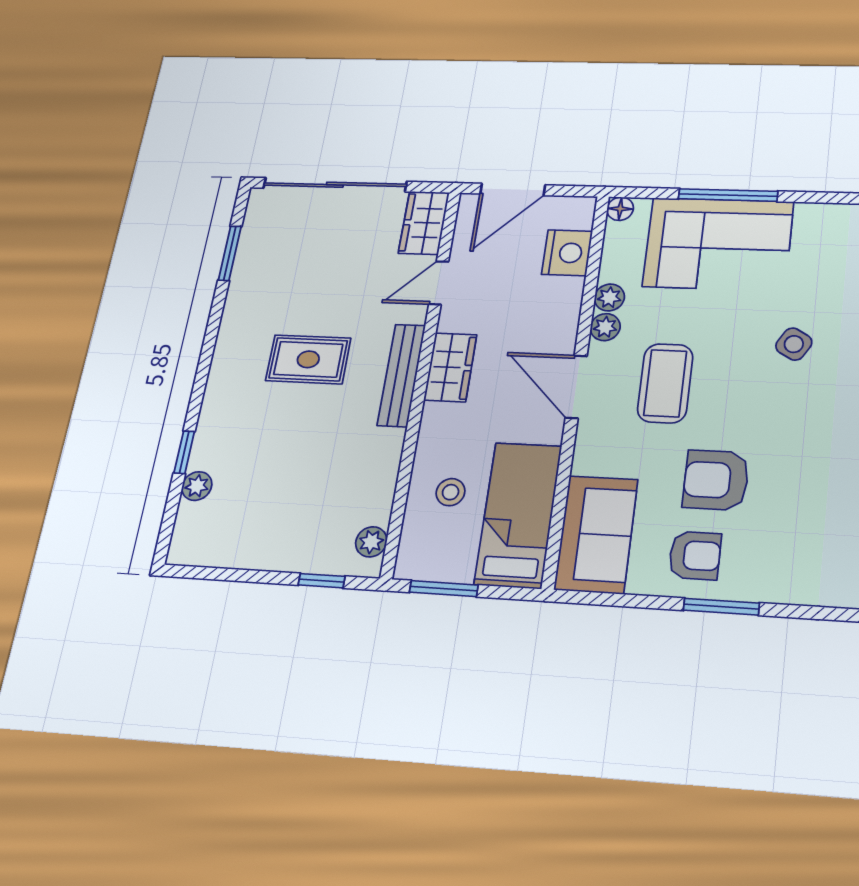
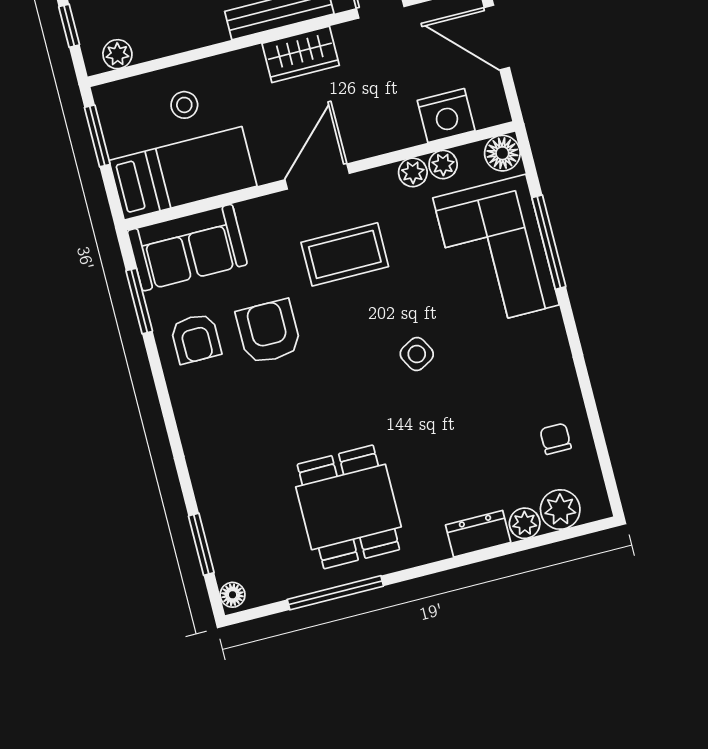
floor lamp: (620, 209) -> (502, 153), width x1.37, depth x1.37
plant: (605, 327) -> (443, 165), moved
side table: (794, 344) -> (417, 354), turned 30
window: (721, 607) -> (139, 301), moved

